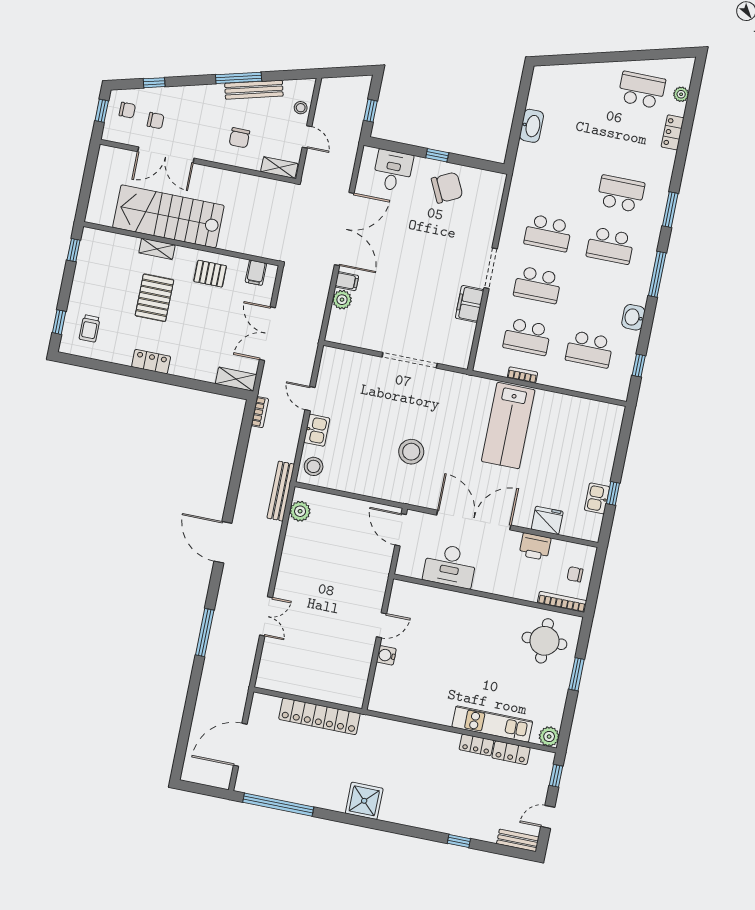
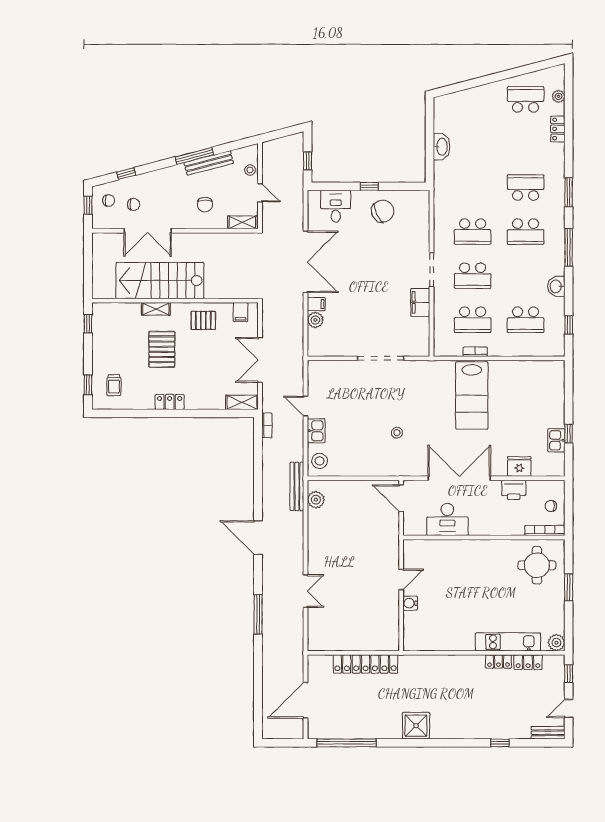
stool: (411, 452) -> (397, 433), width x0.53, depth x0.53

